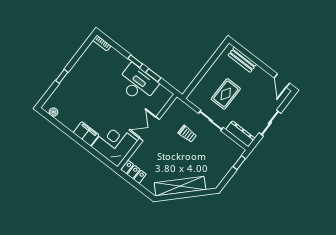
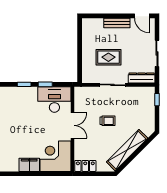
bench: (242, 60) -> (117, 23), moved
desk: (137, 84) -> (54, 99), moved
rug: (226, 94) -> (108, 57), turned 90
double door: (149, 129) -> (73, 125), swing flipped
trolley: (187, 134) -> (108, 121), moved

